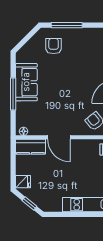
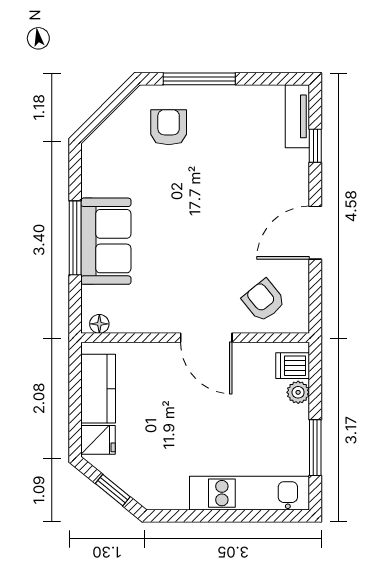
sofa: (26, 82) -> (106, 241), moved
door: (59, 137) -> (206, 338), moved
kitchen counter: (30, 147) -> (98, 389), moved, turned -90

